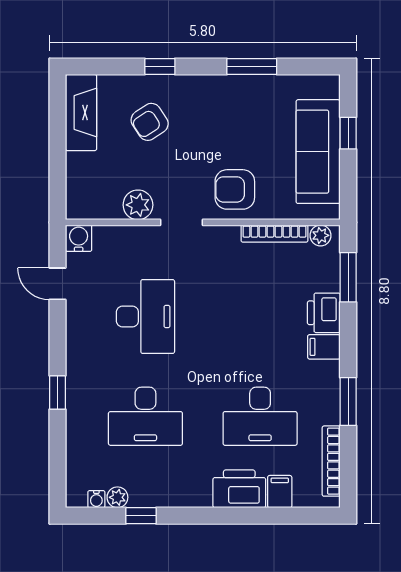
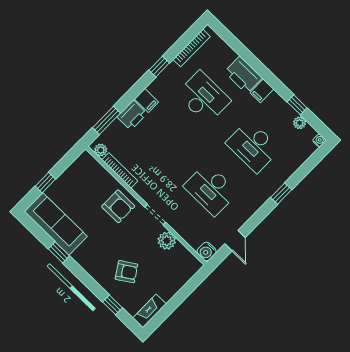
window: (160, 66) -> (112, 305), moved
window: (252, 66) -> (59, 252), width x0.67
fireplace: (81, 112) -> (149, 311), width x0.73, depth x0.76
sofa: (318, 152) -> (56, 224), moved, turned -90
desk: (145, 317) -> (211, 189), turned -90
window: (348, 402) -> (159, 67), width x0.67
desk: (145, 416) -> (253, 146), turned 180
filing cabinet: (280, 492) -> (262, 91), moved
water cooler: (96, 499) -> (319, 140), moved

